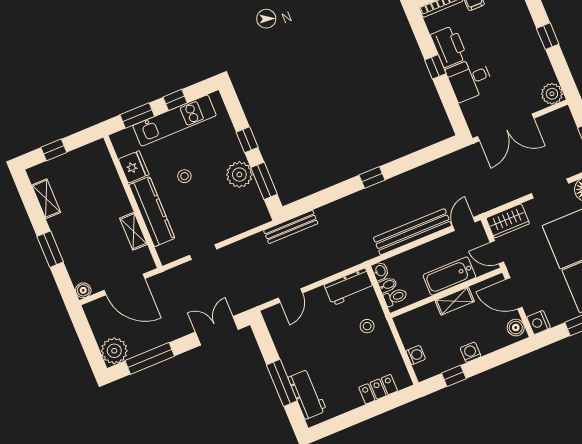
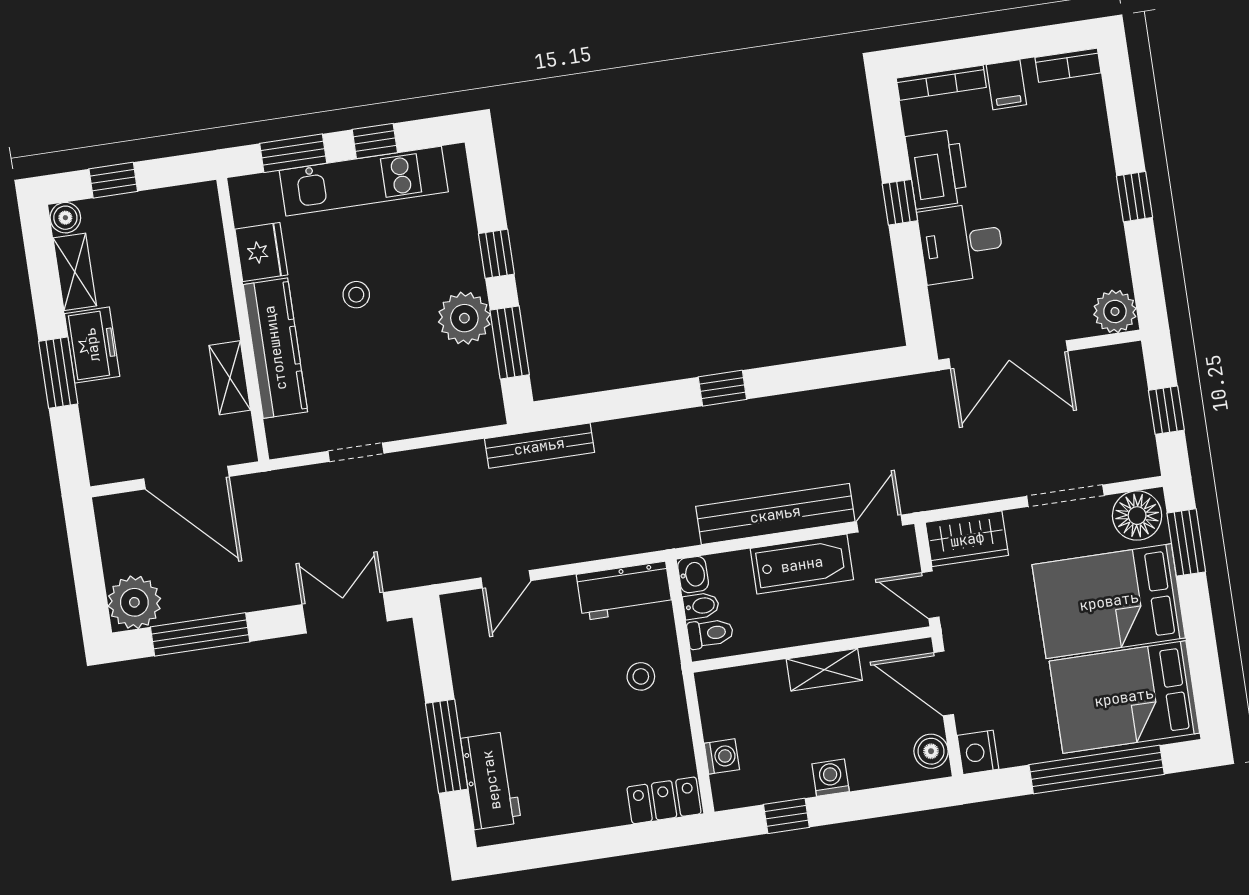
freezer: (63, 232) -> (92, 345), added
bathtub: (449, 276) -> (802, 564), moved, turned 180
boiler: (83, 290) -> (65, 218), moved
locker: (378, 389) -> (664, 800), moved

